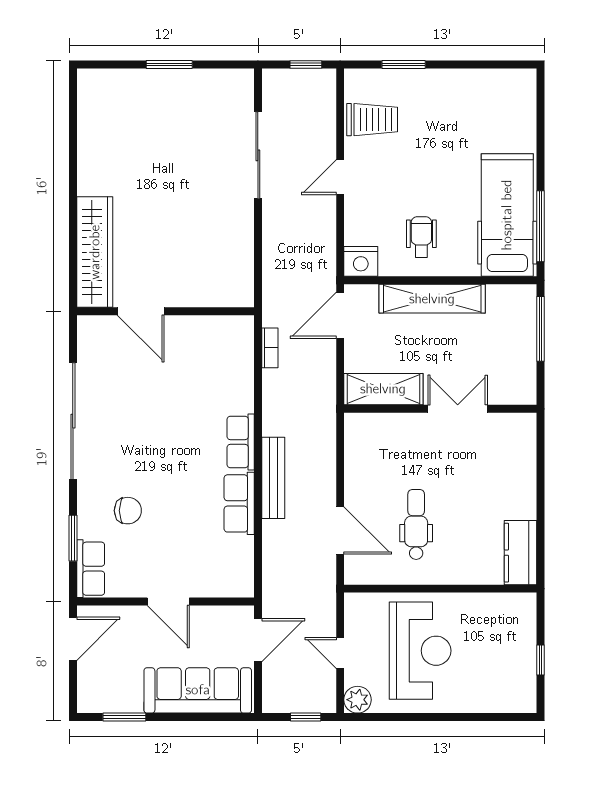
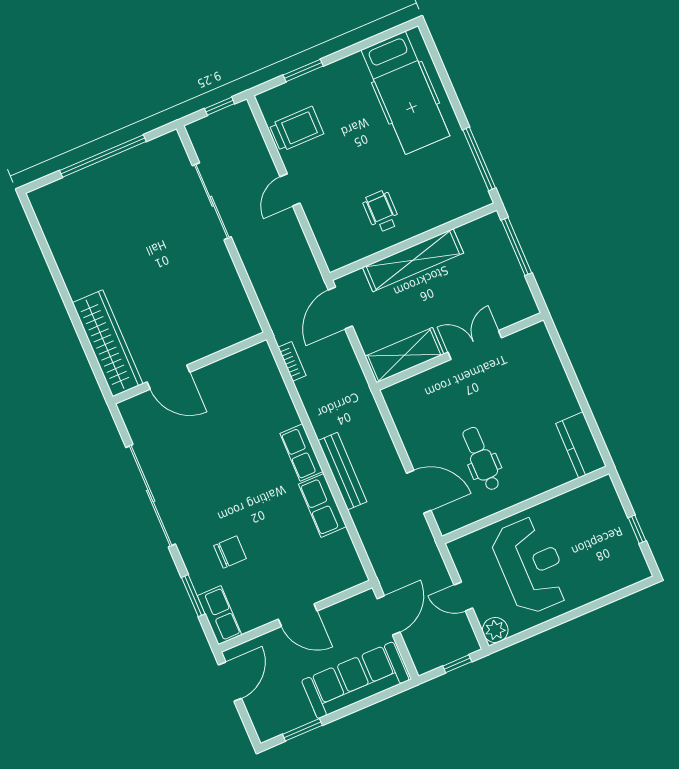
window: (169, 65) -> (103, 156), width x2.11
hospital bed: (507, 215) -> (405, 93), moved, turned 180
nightstand: (361, 261) -> (338, 254), removed

